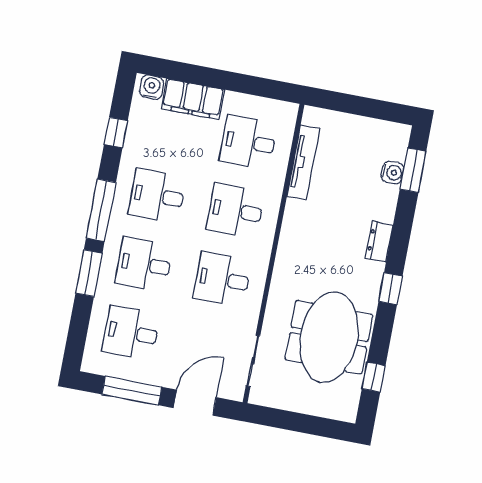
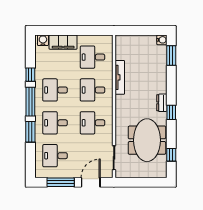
window: (116, 132) -> (30, 75), moved
tv unit: (303, 162) -> (120, 77), moved
water cooler: (392, 172) -> (162, 40), moved
dresser: (379, 241) -> (162, 103), moved

